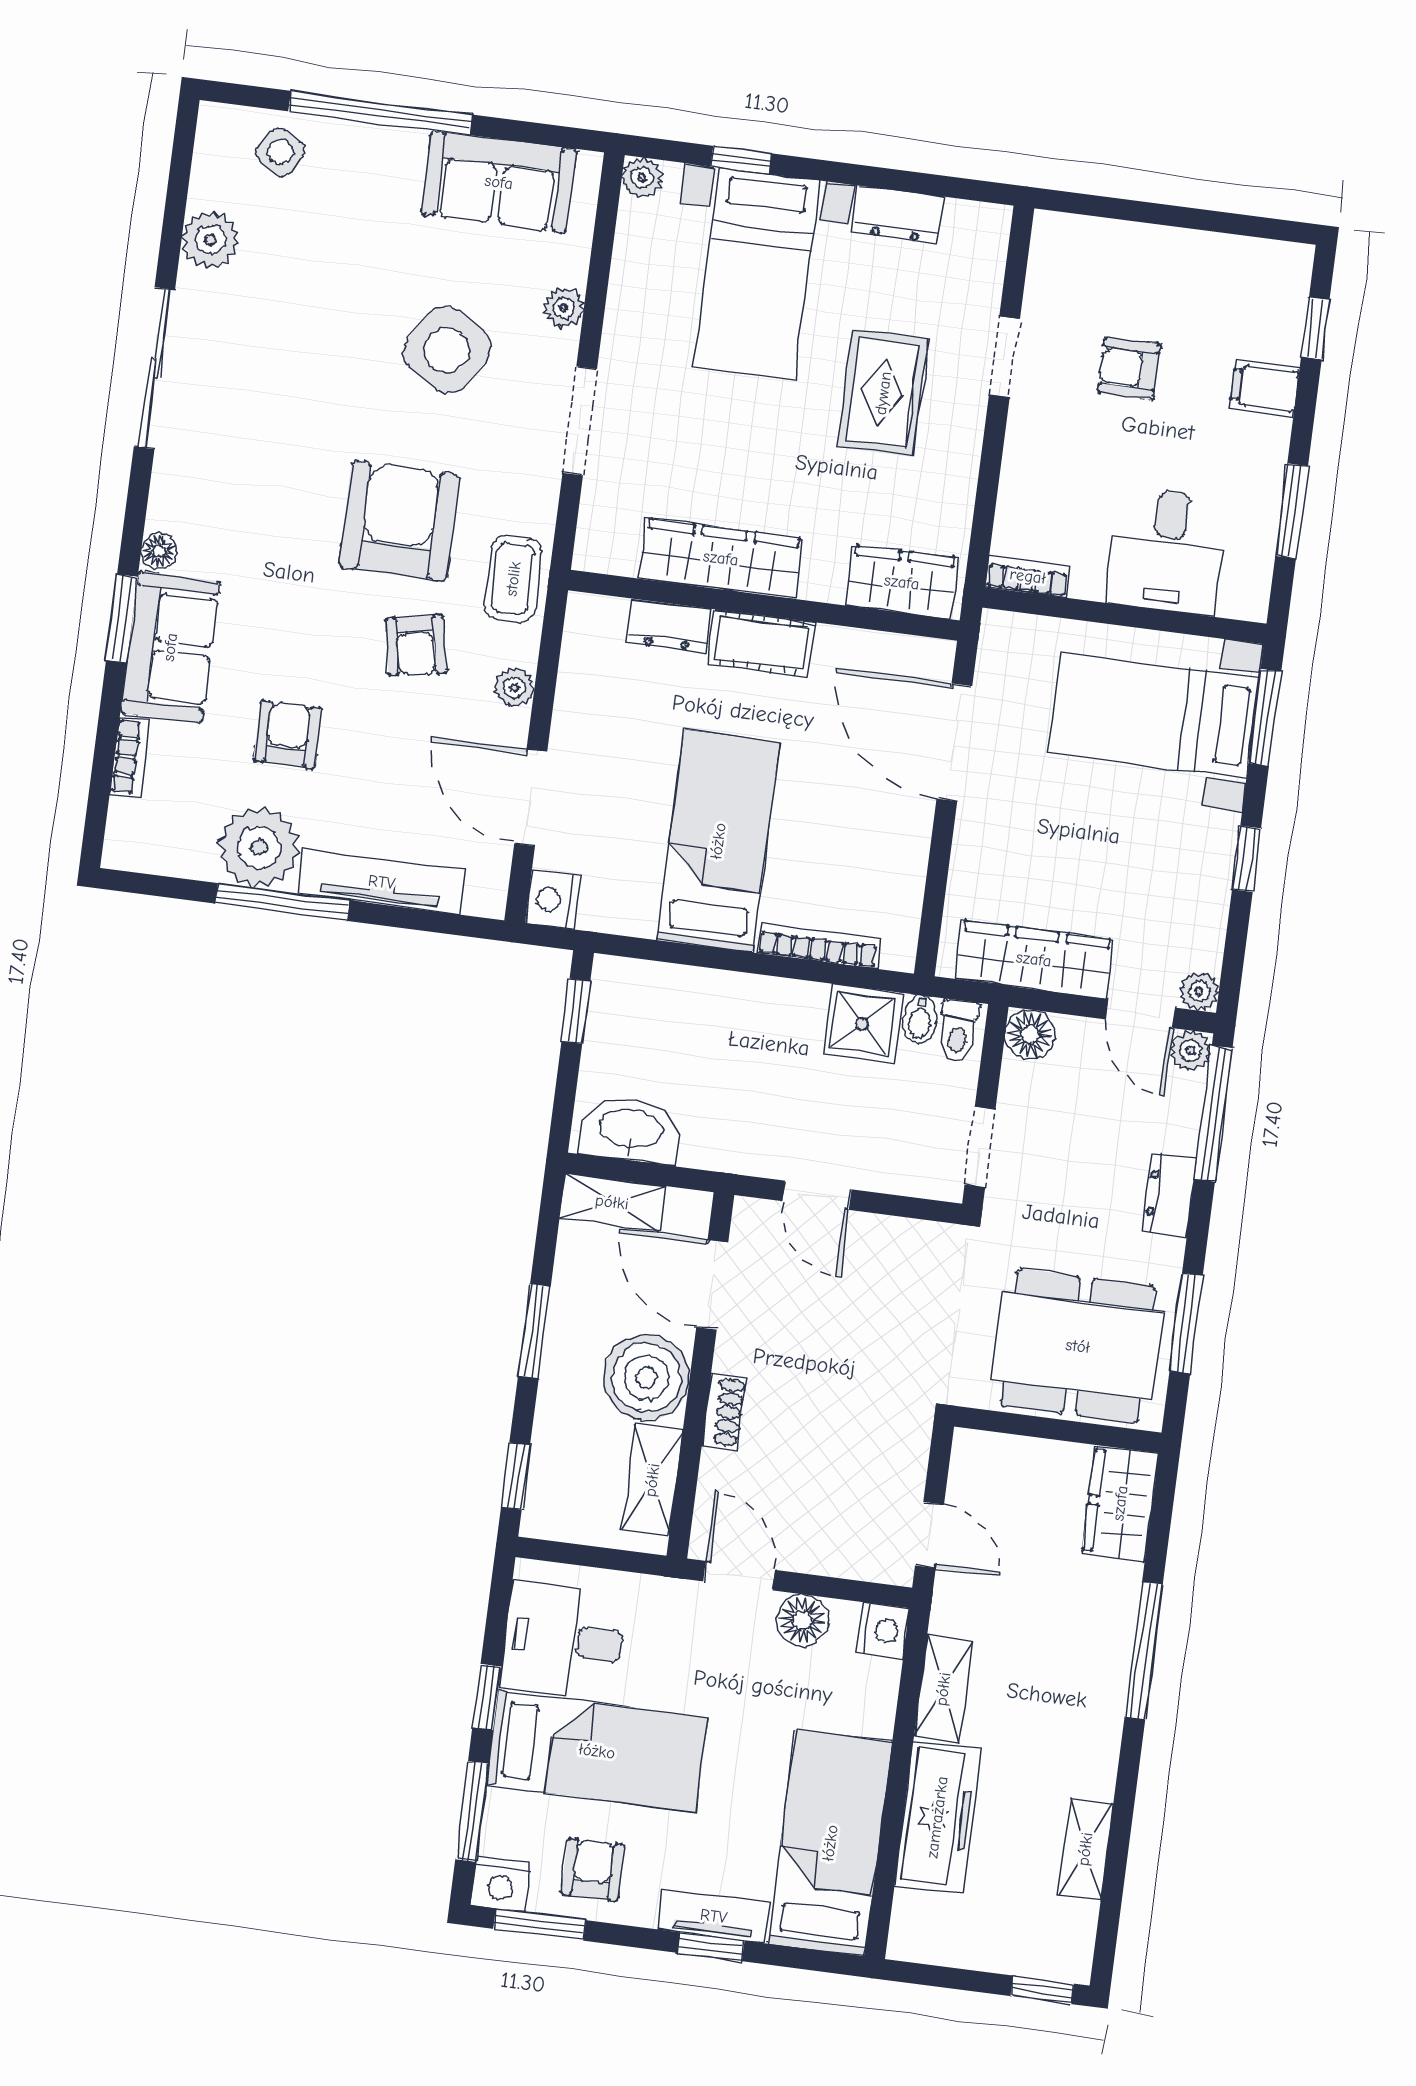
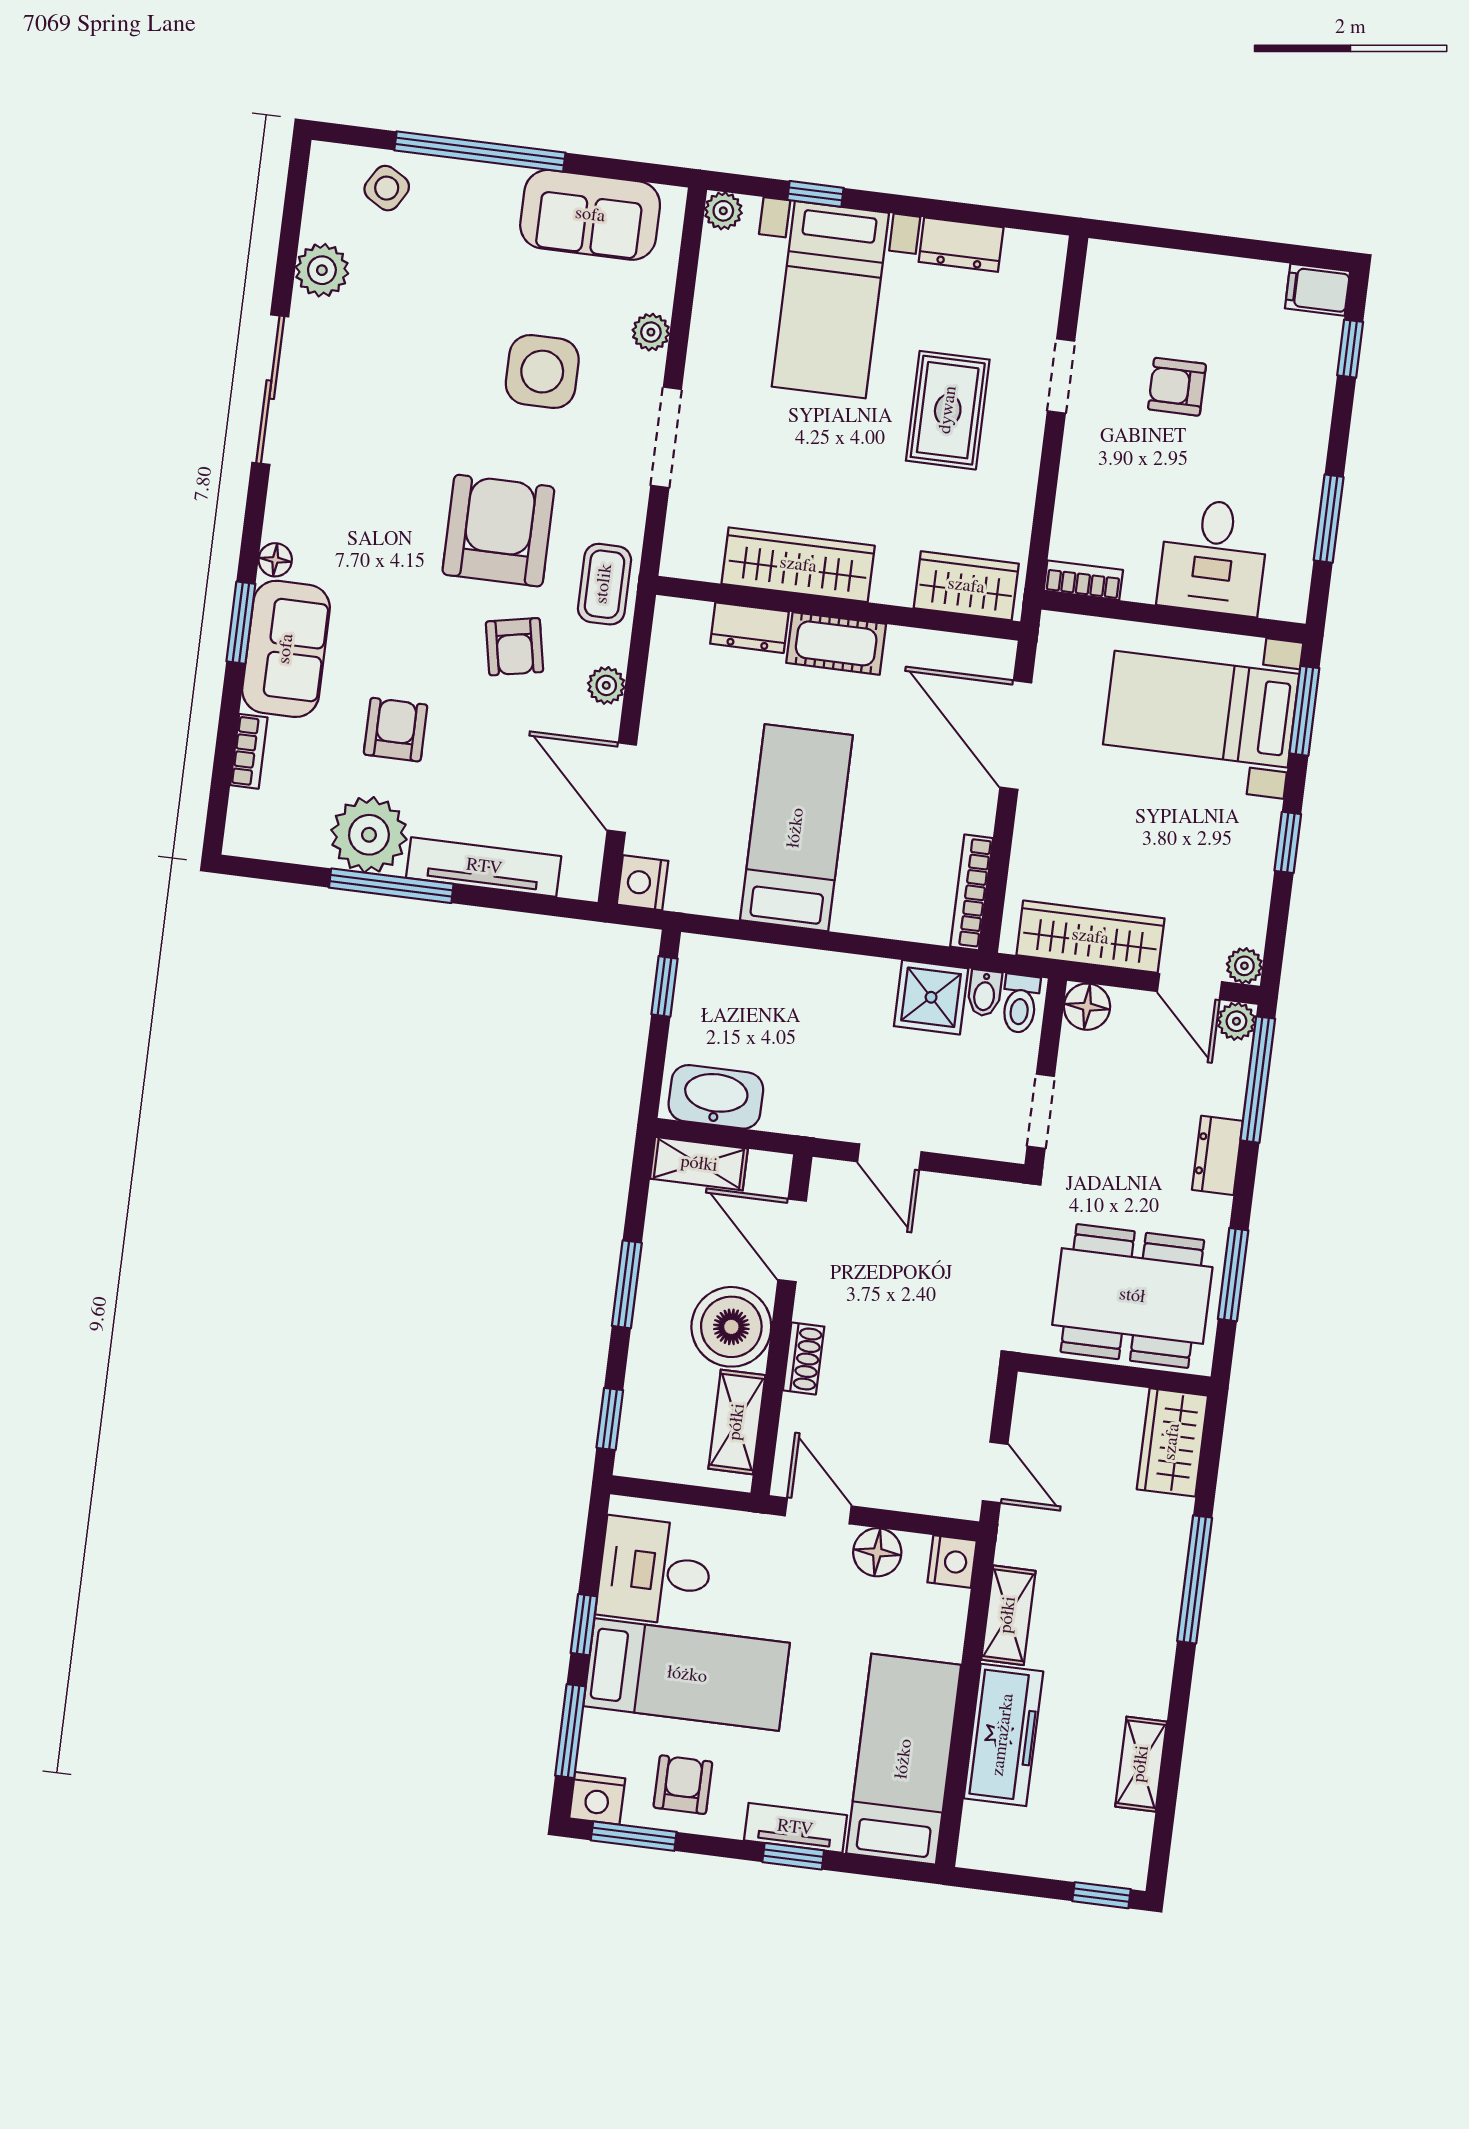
side table: (447, 350) -> (542, 372), turned -32
filing cabinet: (1265, 388) -> (1318, 290), moved
bookcase: (818, 946) -> (972, 892), moved, turned -90

